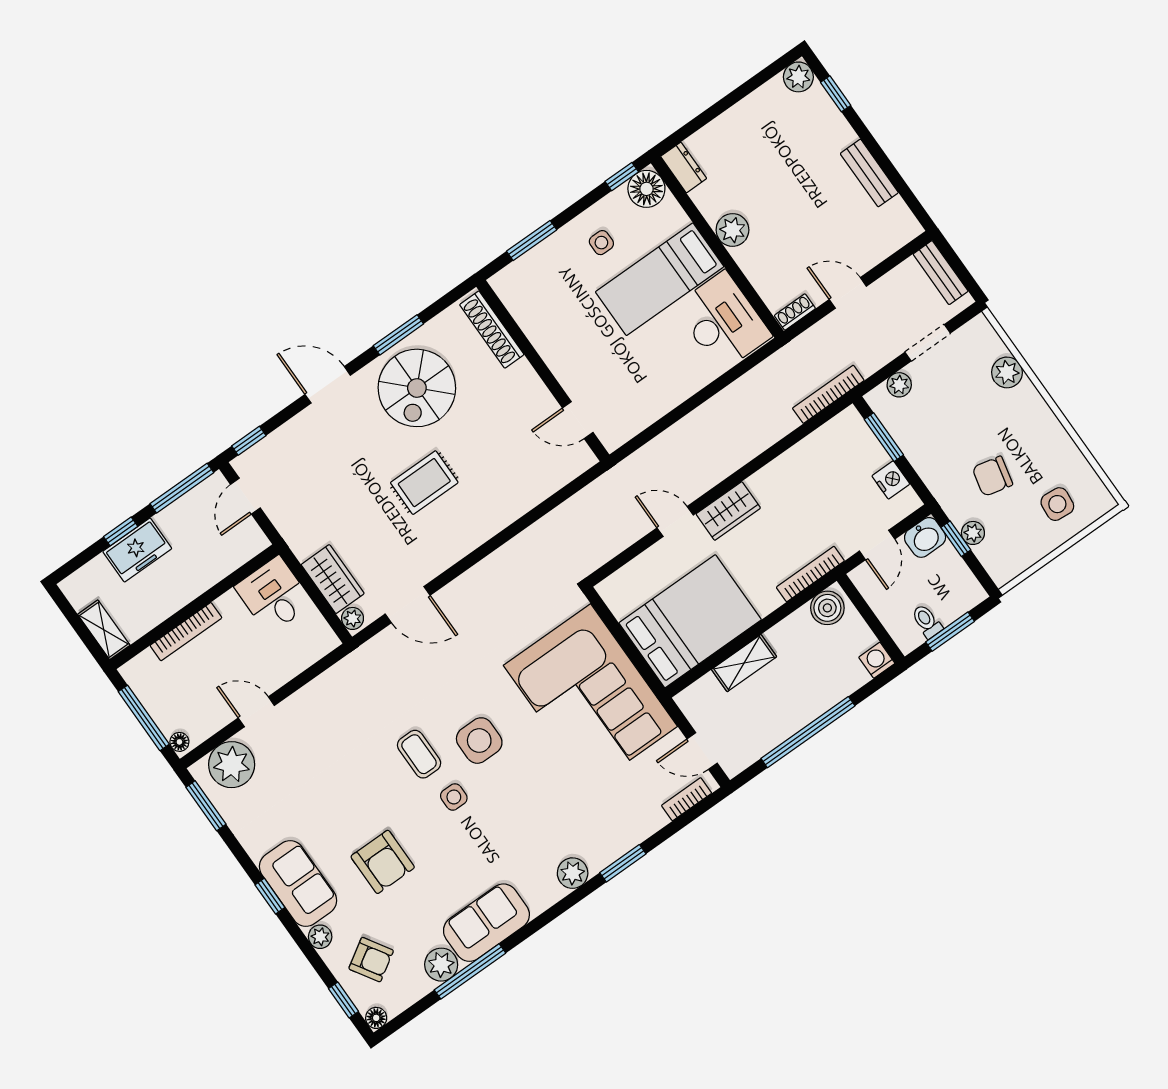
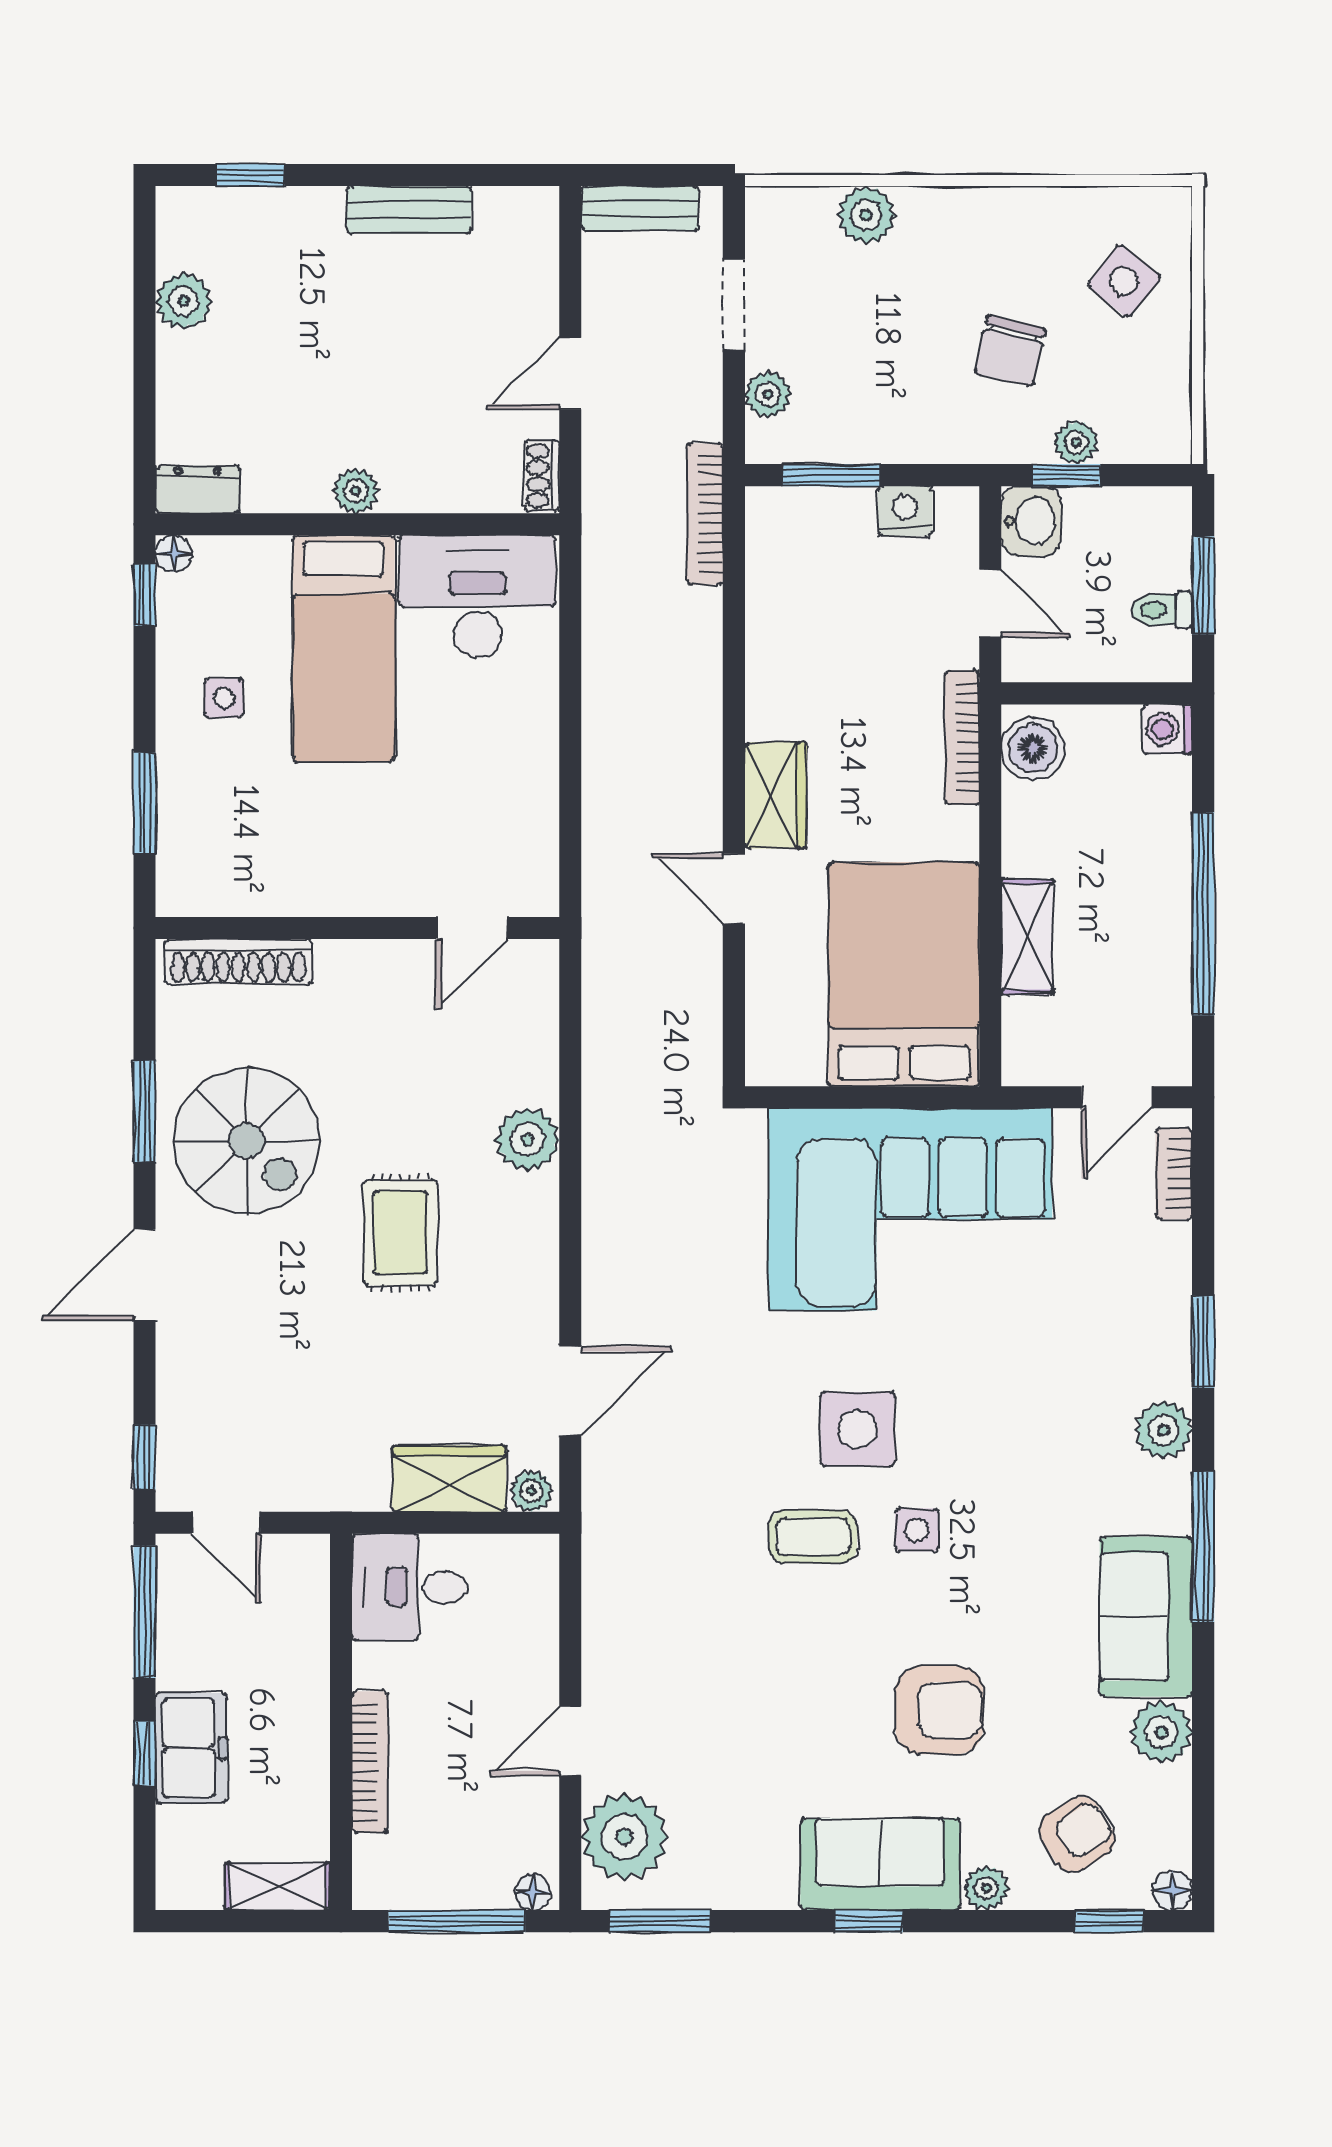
plant: (798, 77) -> (184, 301), moved
floor lamp: (646, 189) -> (174, 554), width x0.53, depth x0.53
plant: (732, 230) -> (356, 491), width x0.73, depth x0.73
side table: (1057, 504) -> (1124, 281), turned 34
plant: (503, 509) -> (527, 1139), added
door: (675, 522) -> (734, 889), hinge flipped
window: (470, 971) -> (1203, 1547), moved

